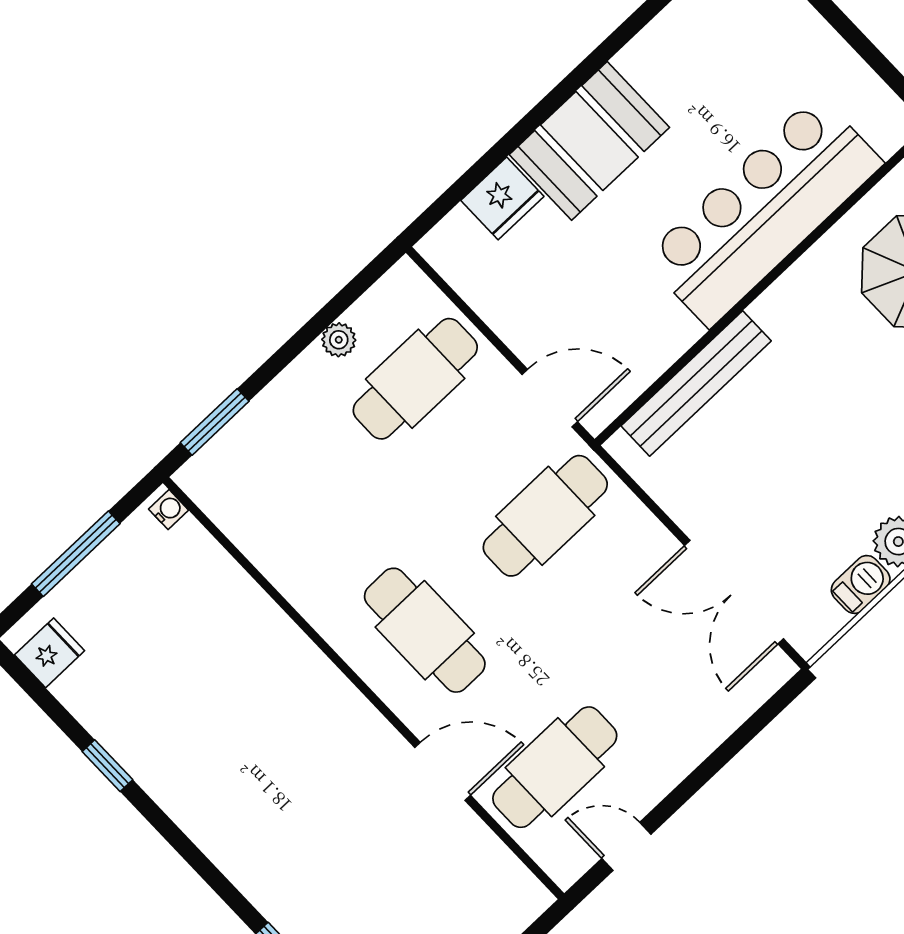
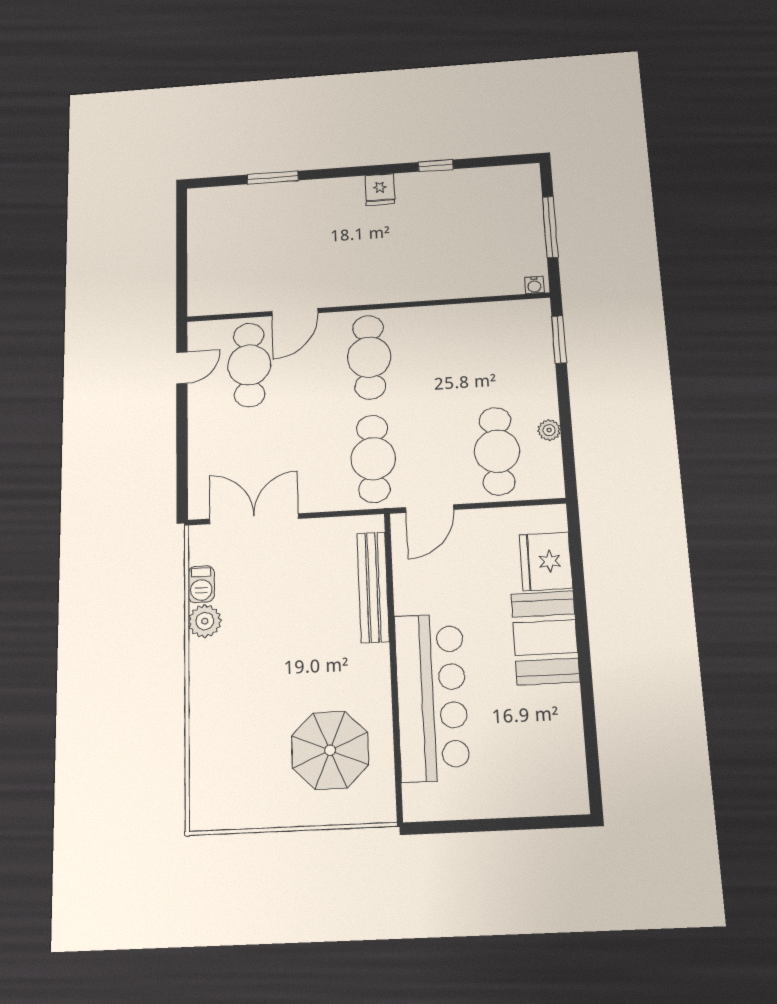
fridge: (502, 198) -> (546, 561), width x1.36, depth x1.34
cafe table: (425, 630) -> (369, 357), turned 90
fridge: (50, 653) -> (380, 190), moved

